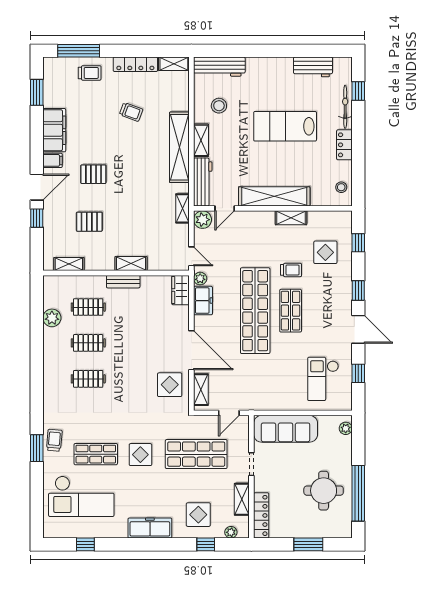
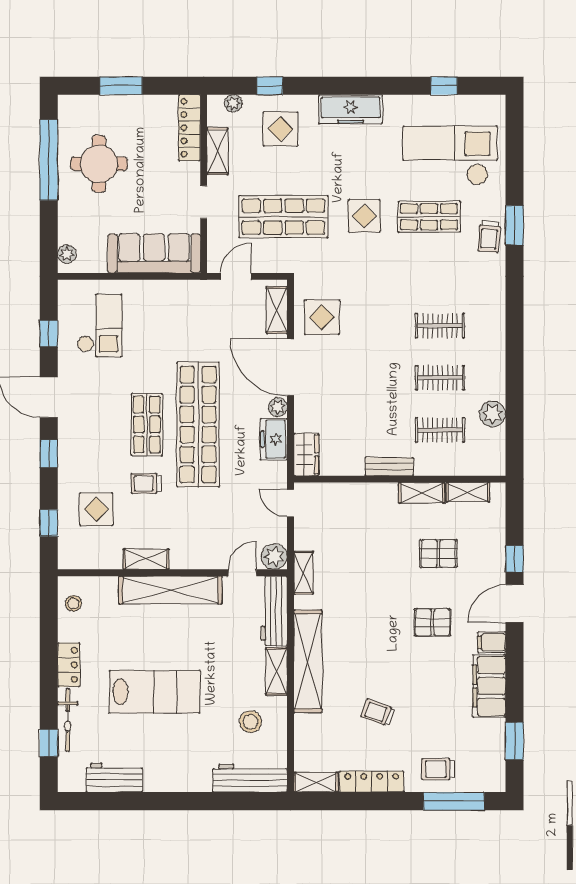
shelving: (131, 264) -> (422, 493), moved
plant: (200, 279) -> (278, 407), moved

